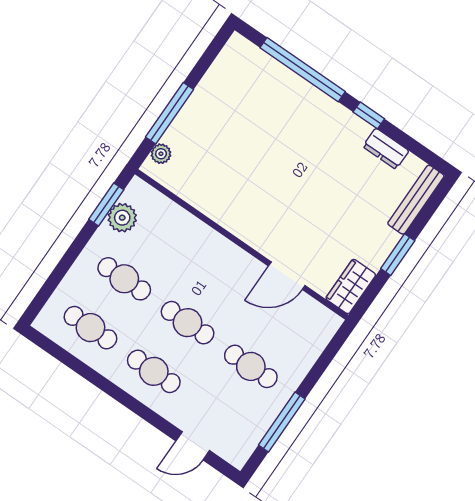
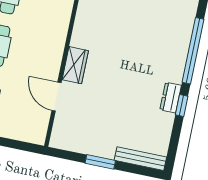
dresser: (386, 149) -> (171, 98), moved
wardrobe: (351, 287) -> (75, 65), moved, turned 90

